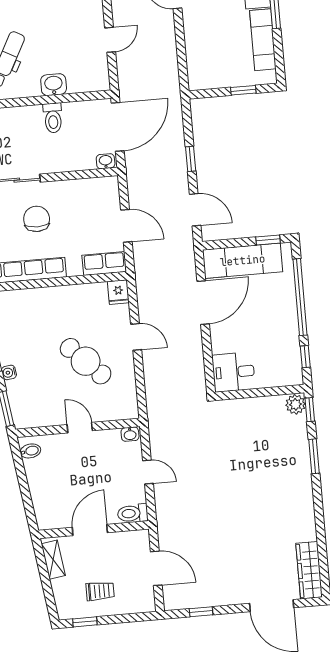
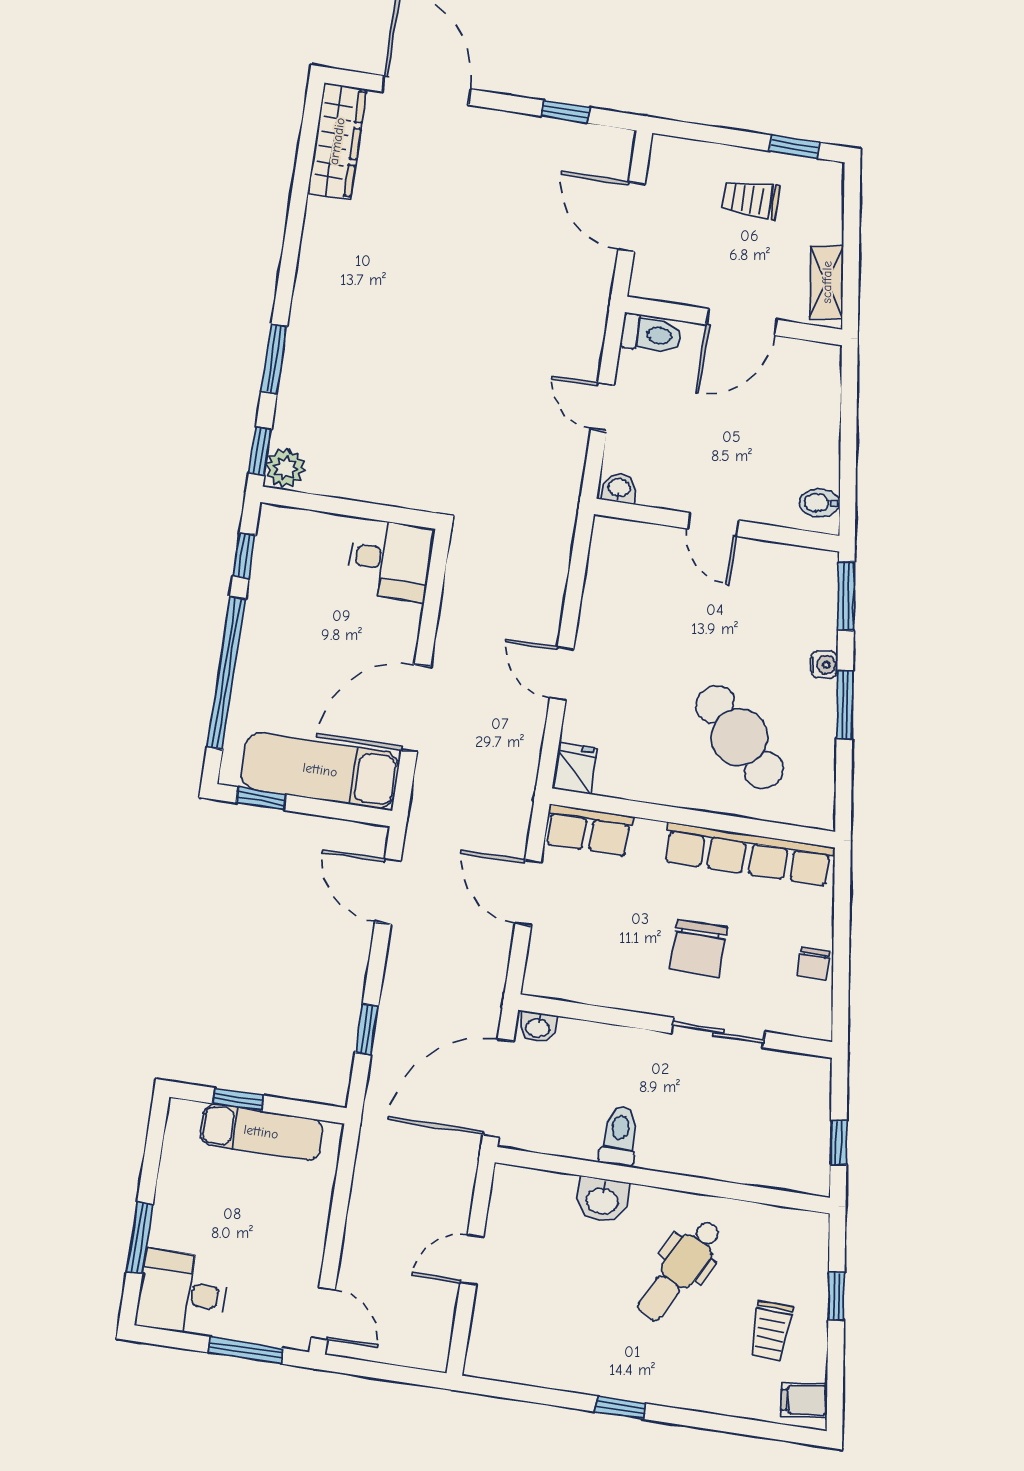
exam couch: (263, 40) -> (261, 1132), moved, turned 90
window: (191, 159) -> (367, 1029), moved
cafe table: (86, 361) -> (739, 737), moved

